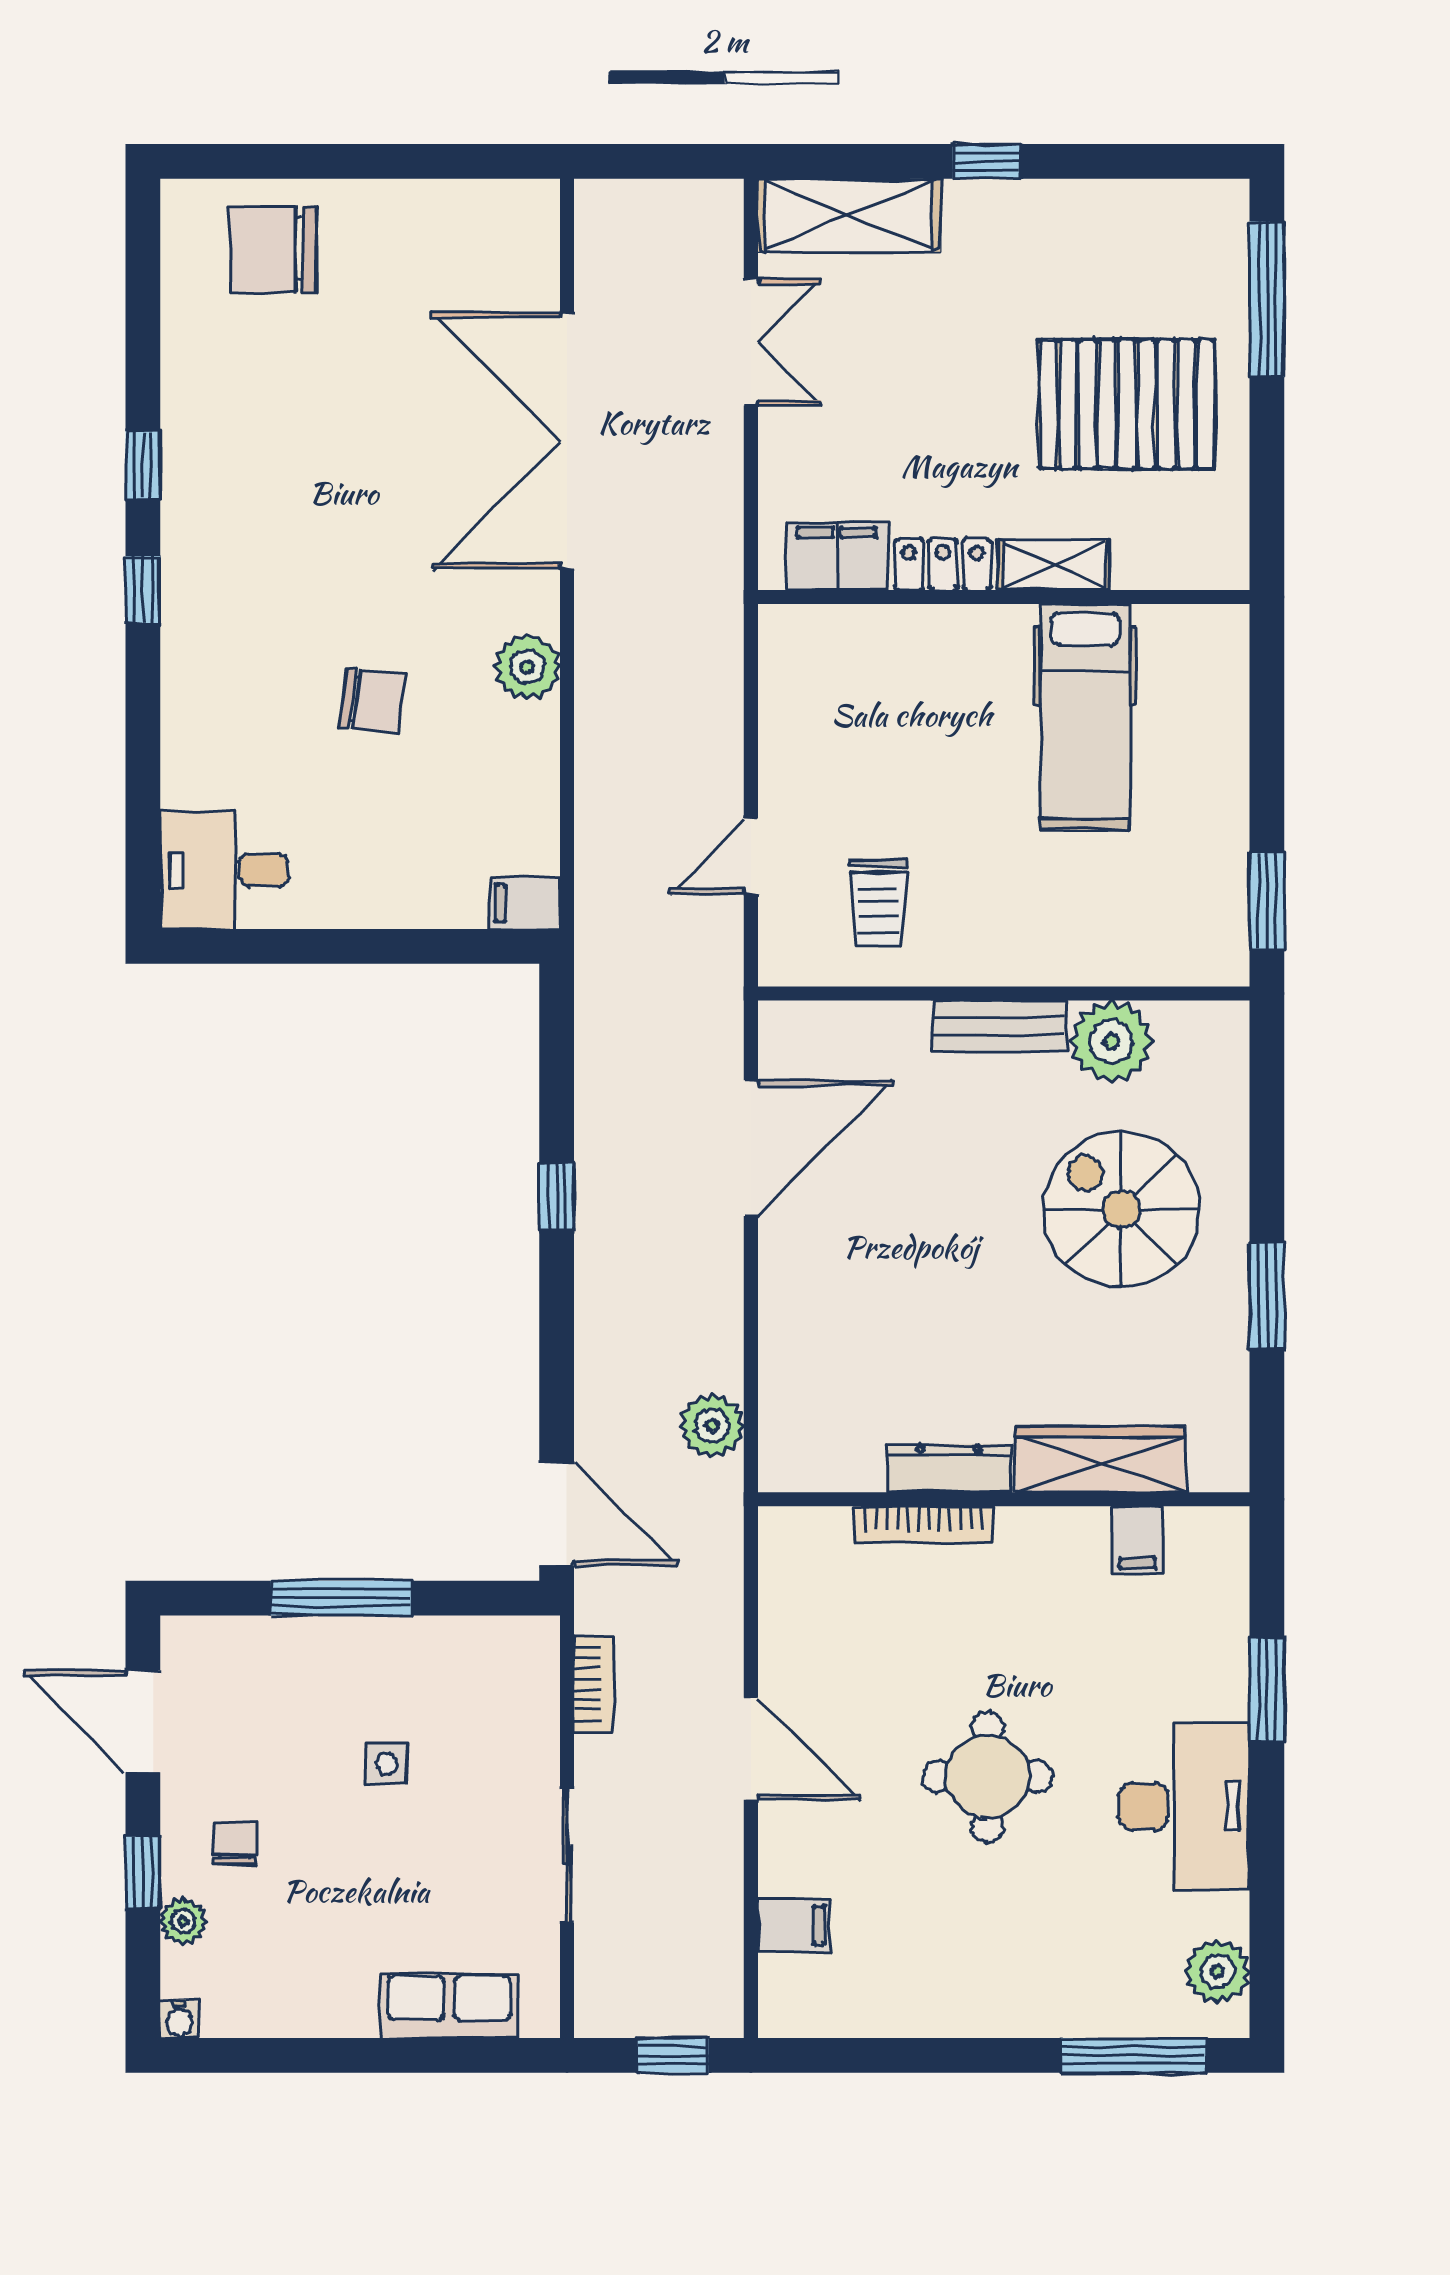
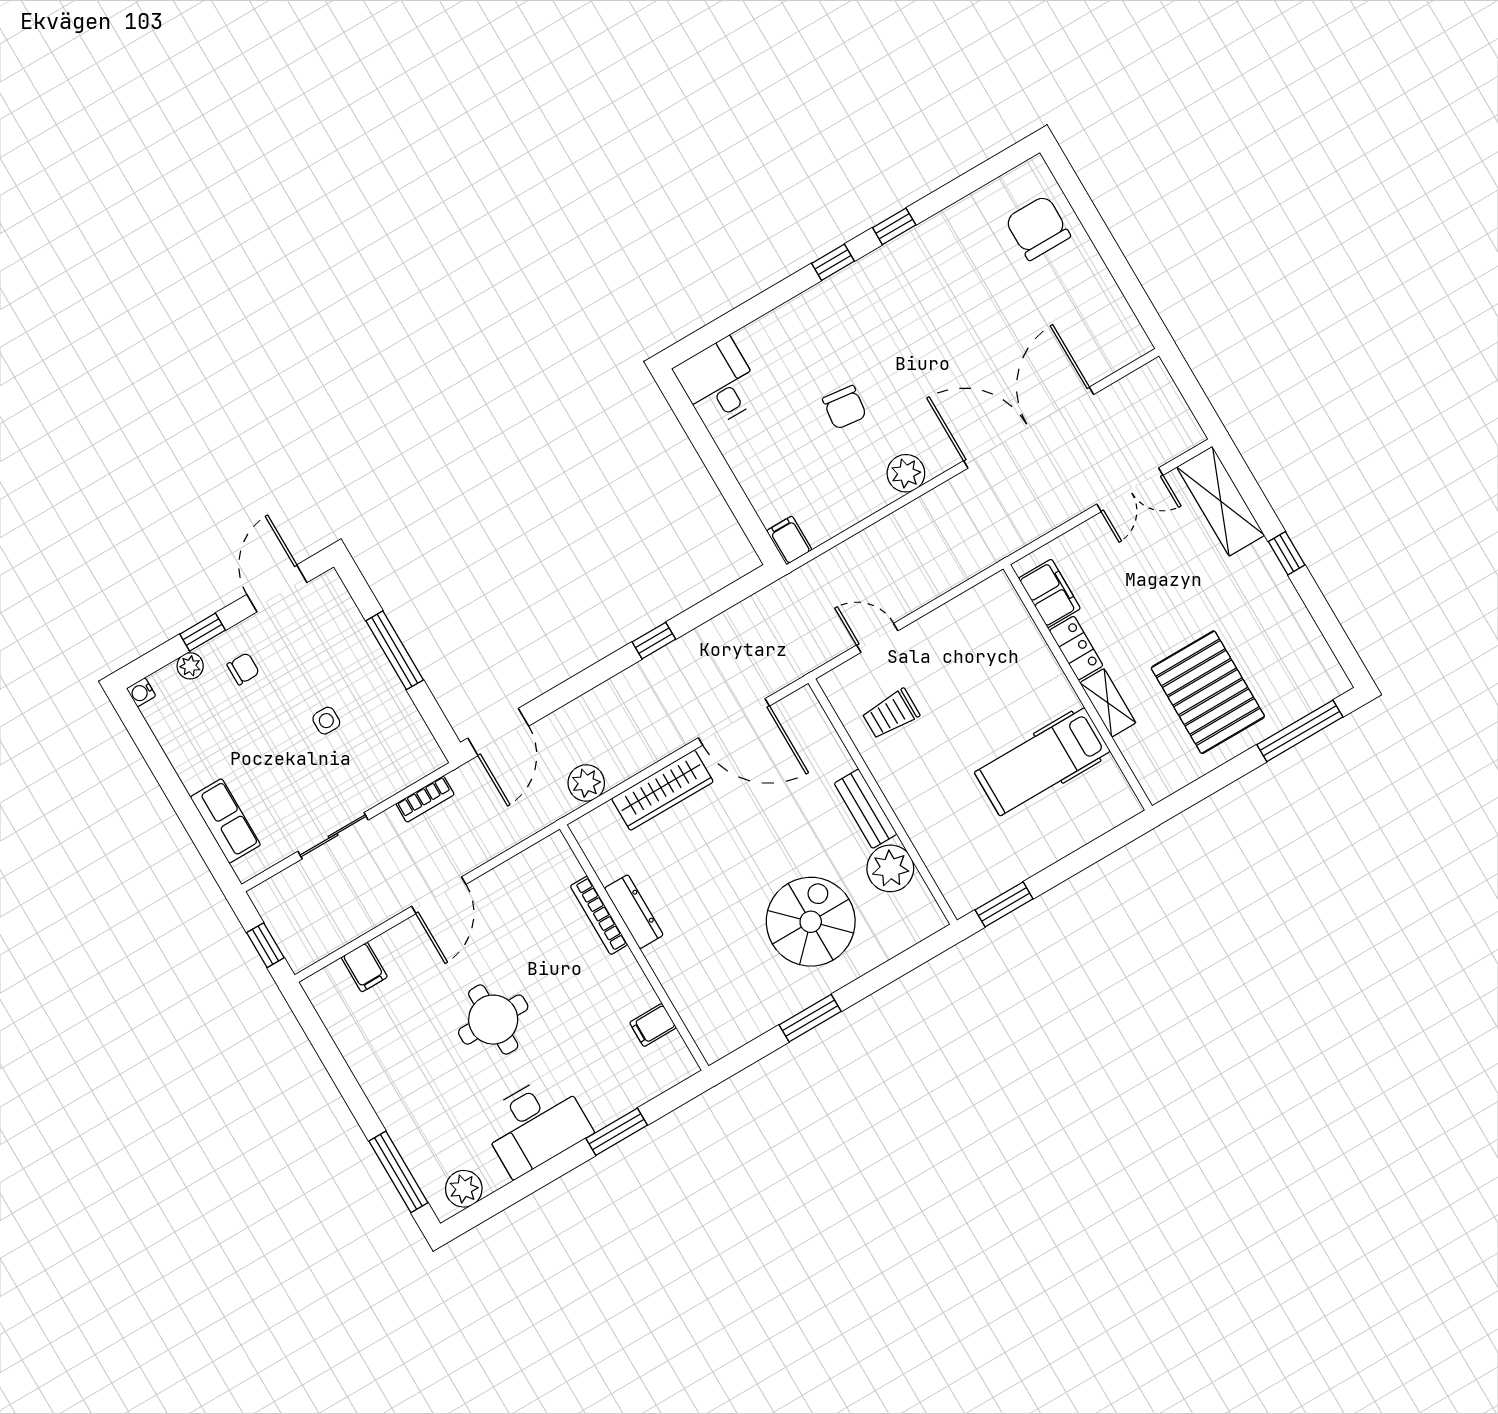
wardrobe: (1101, 1459) -> (662, 790), moved, turned 90

